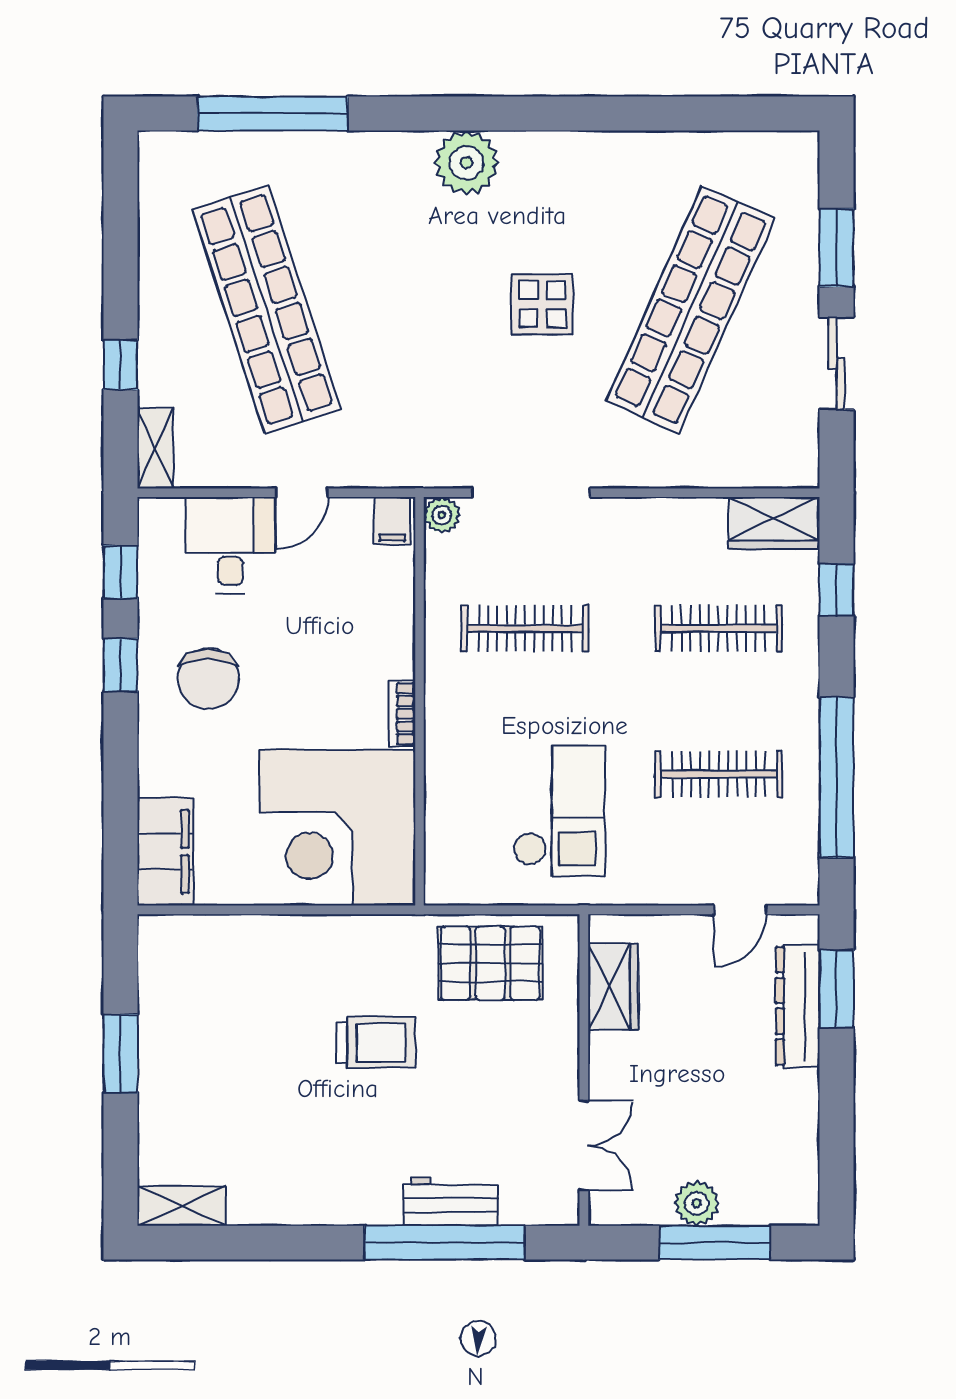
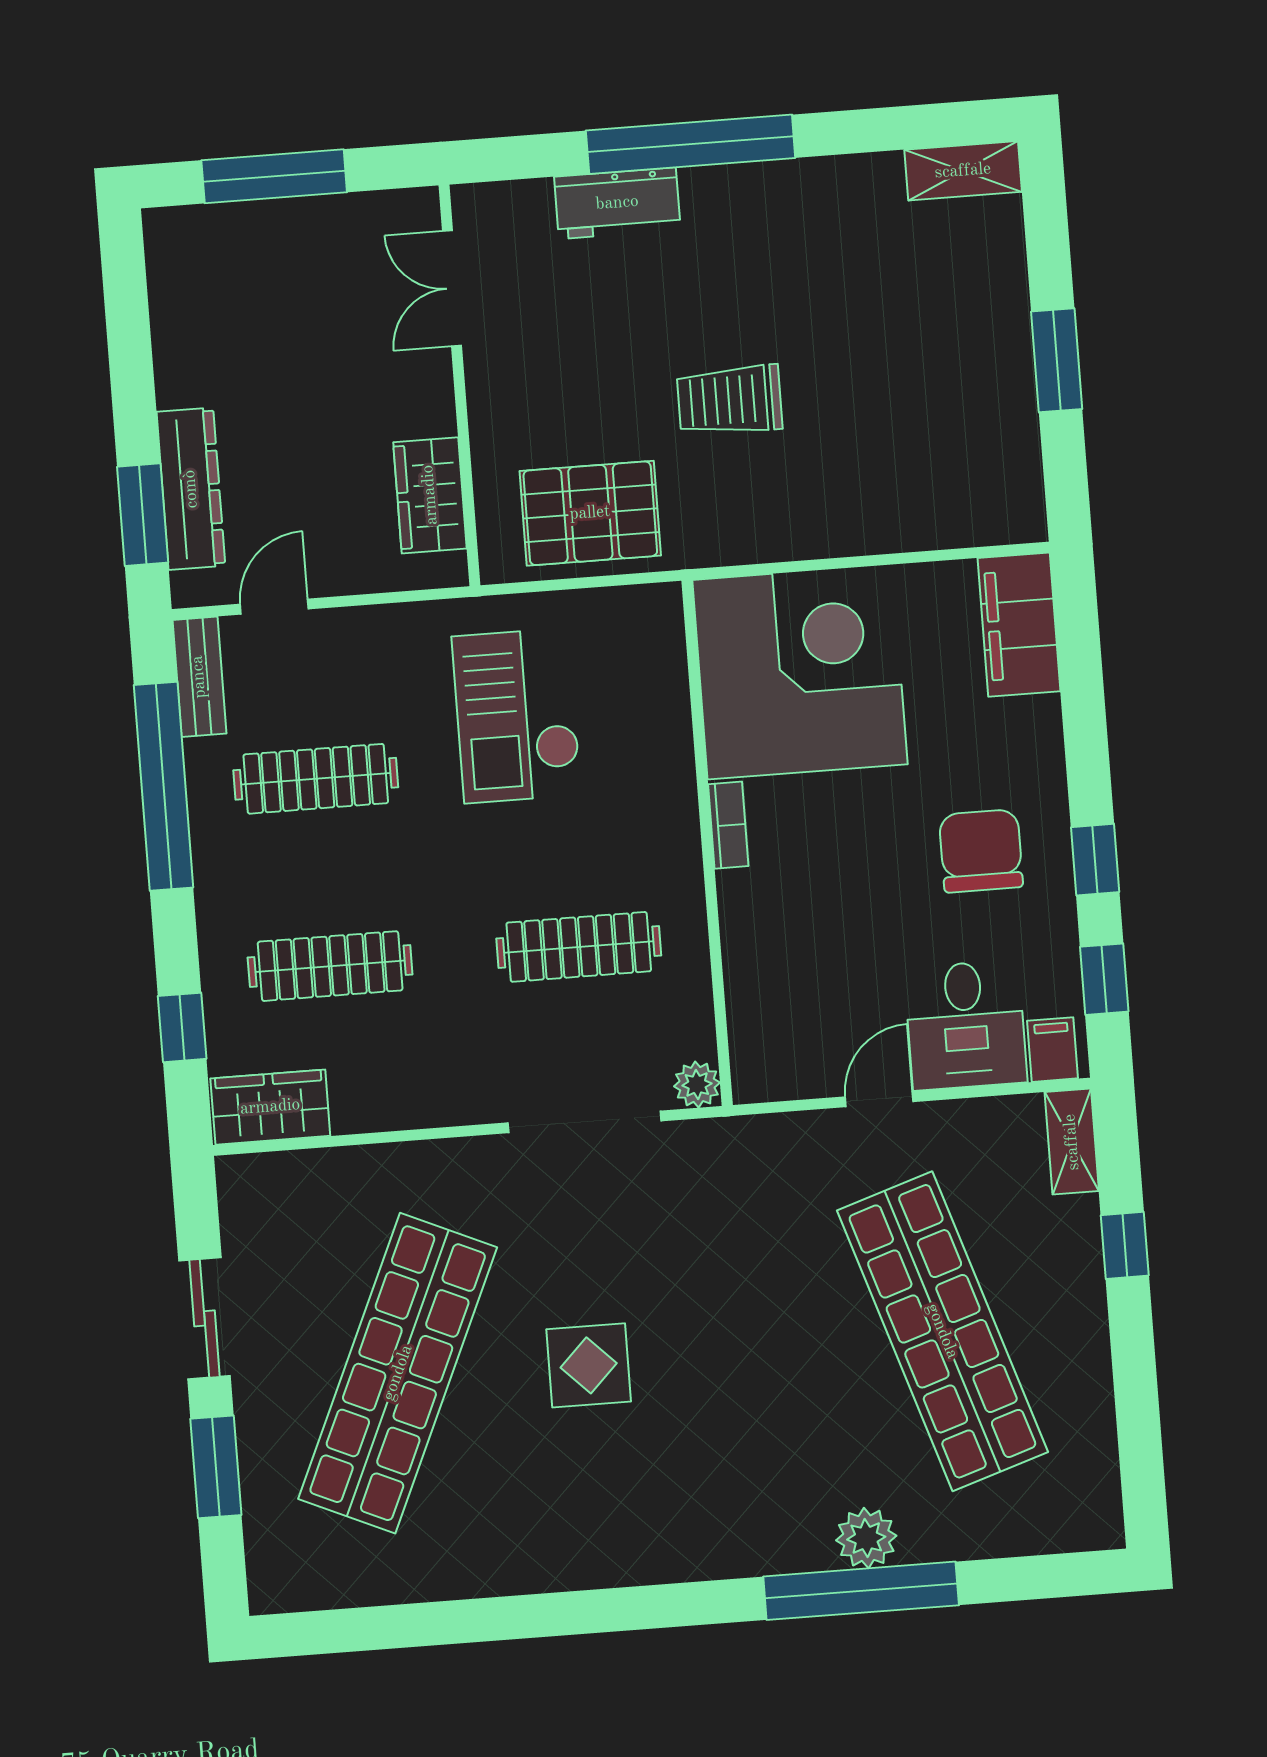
window: (273, 114) -> (861, 1591), moved
plant: (466, 163) -> (866, 1538), moved, width x0.73, depth x0.73
filing cabinet: (392, 521) -> (1053, 1050), moved
bench: (802, 860) -> (199, 677), added
plant: (697, 1203) -> (301, 225), removed
window: (445, 1243) -> (691, 144), moved

